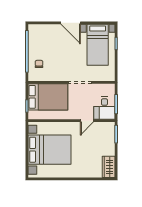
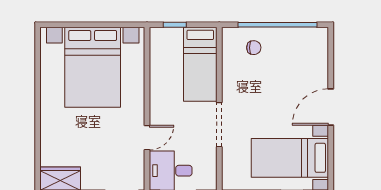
bed: (48, 97) -> (200, 64), width x0.67
door: (87, 121) -> (147, 138), swing flipped

